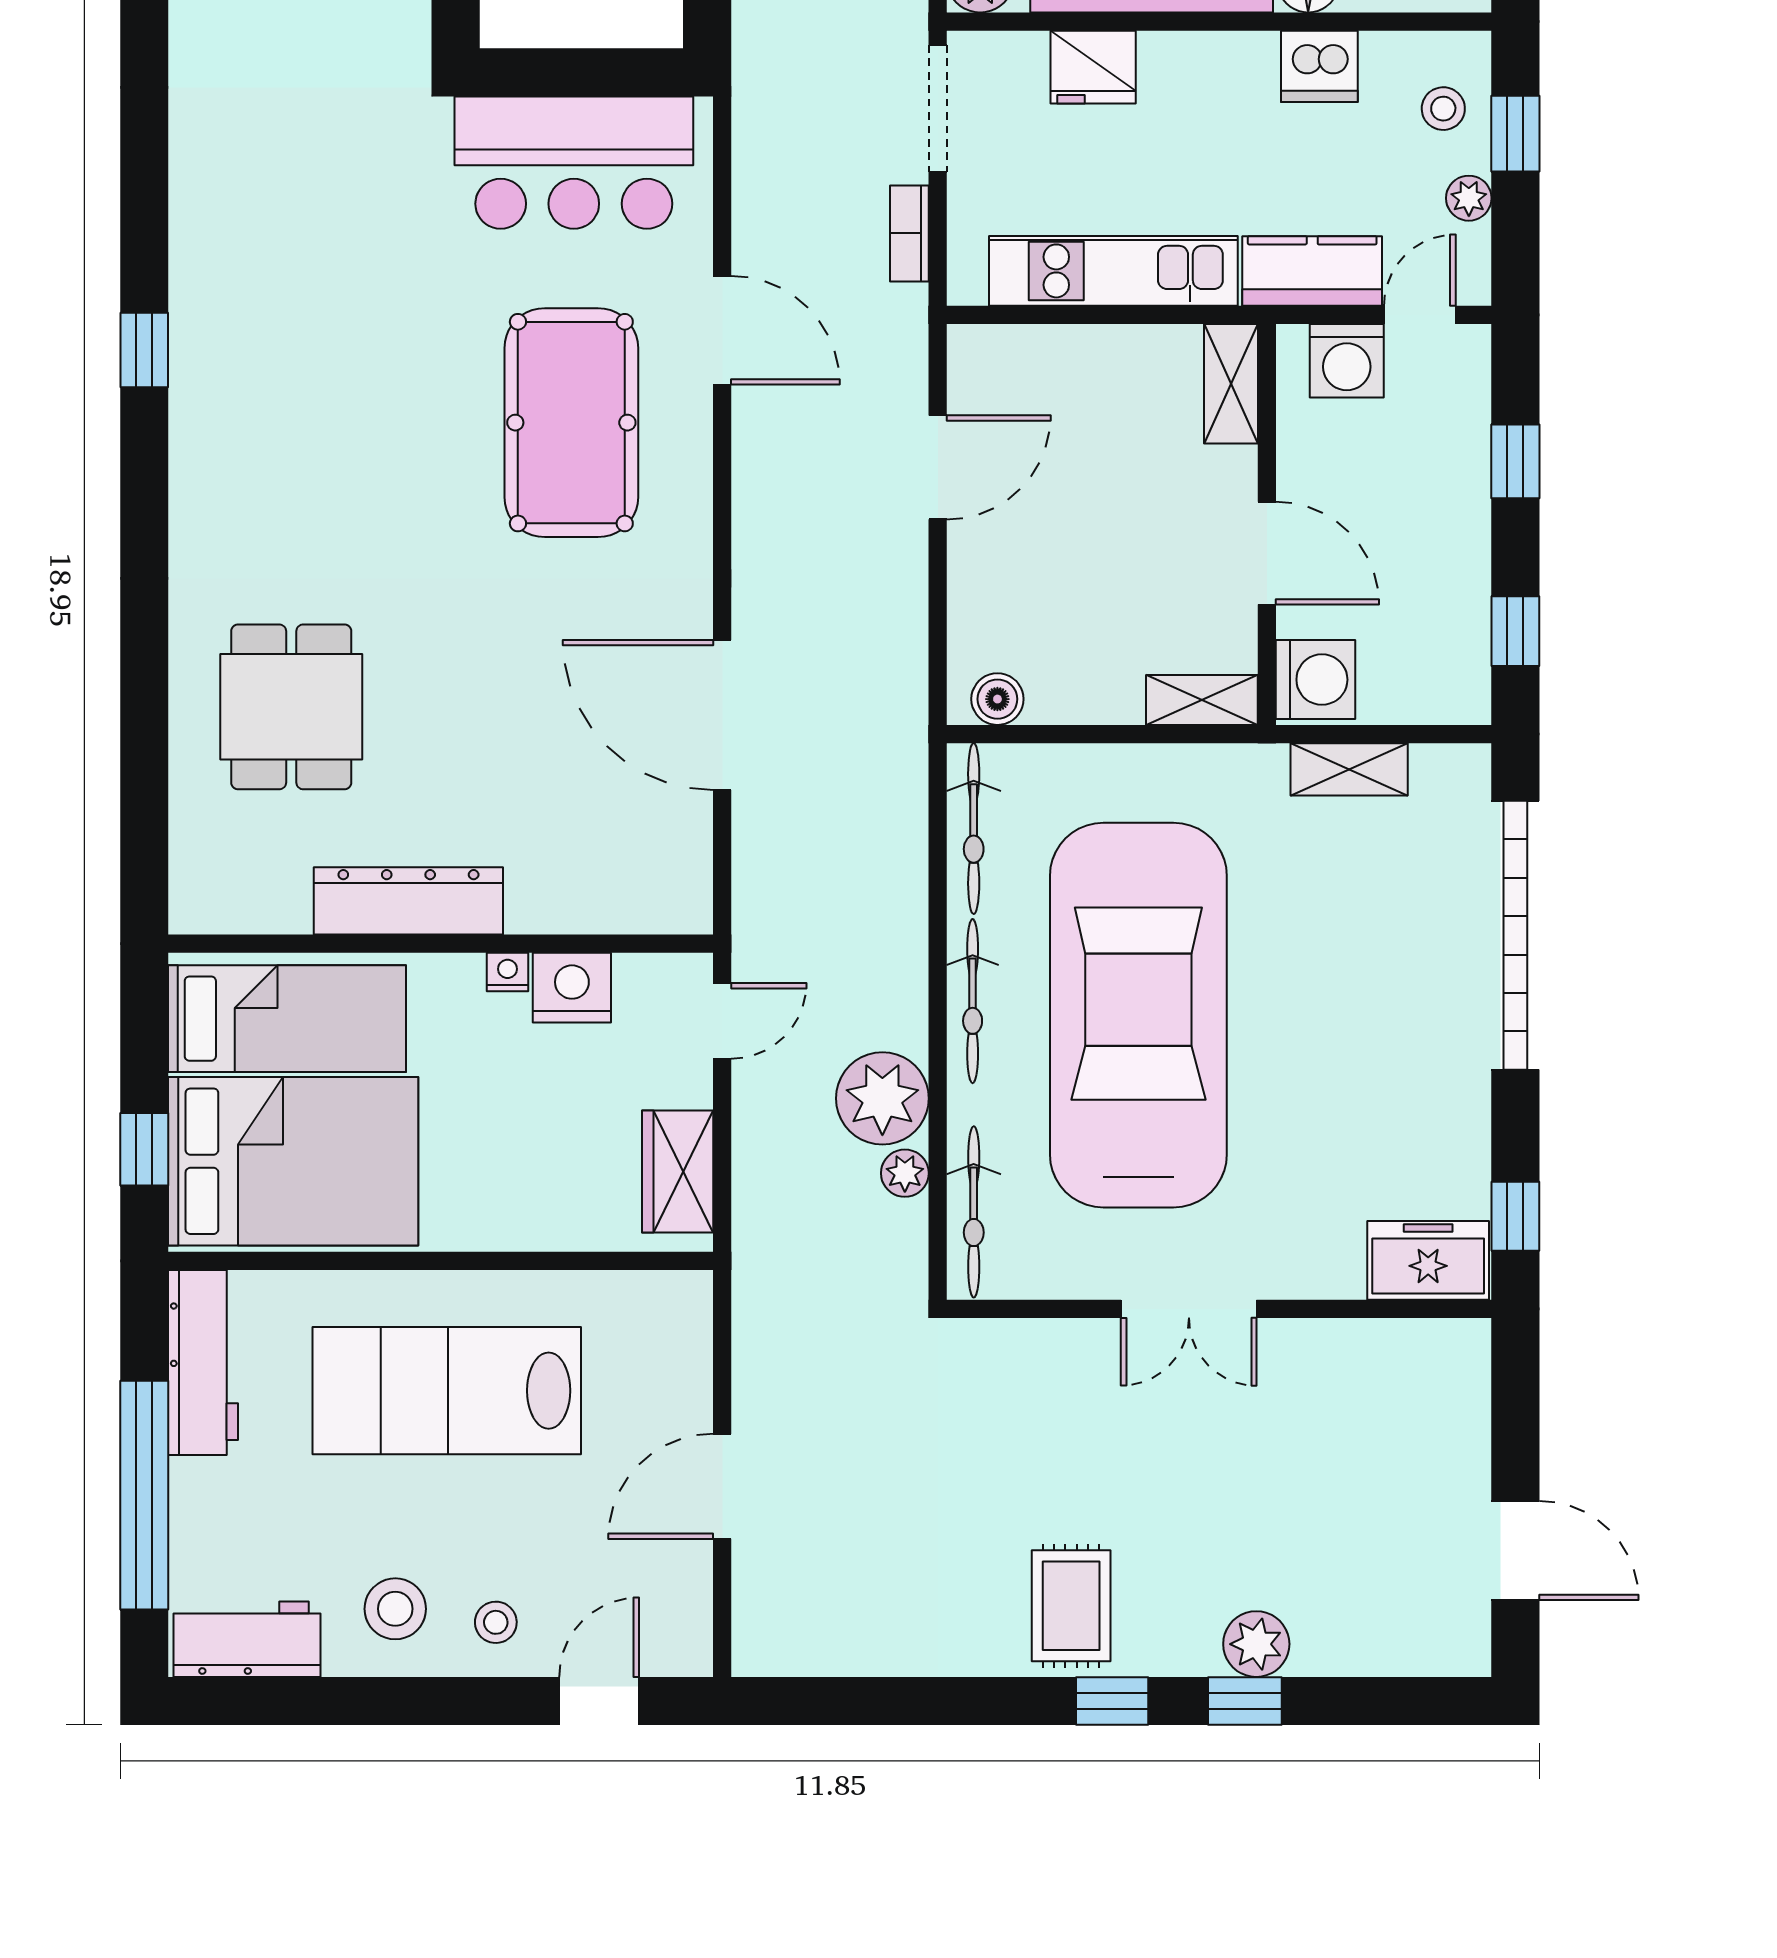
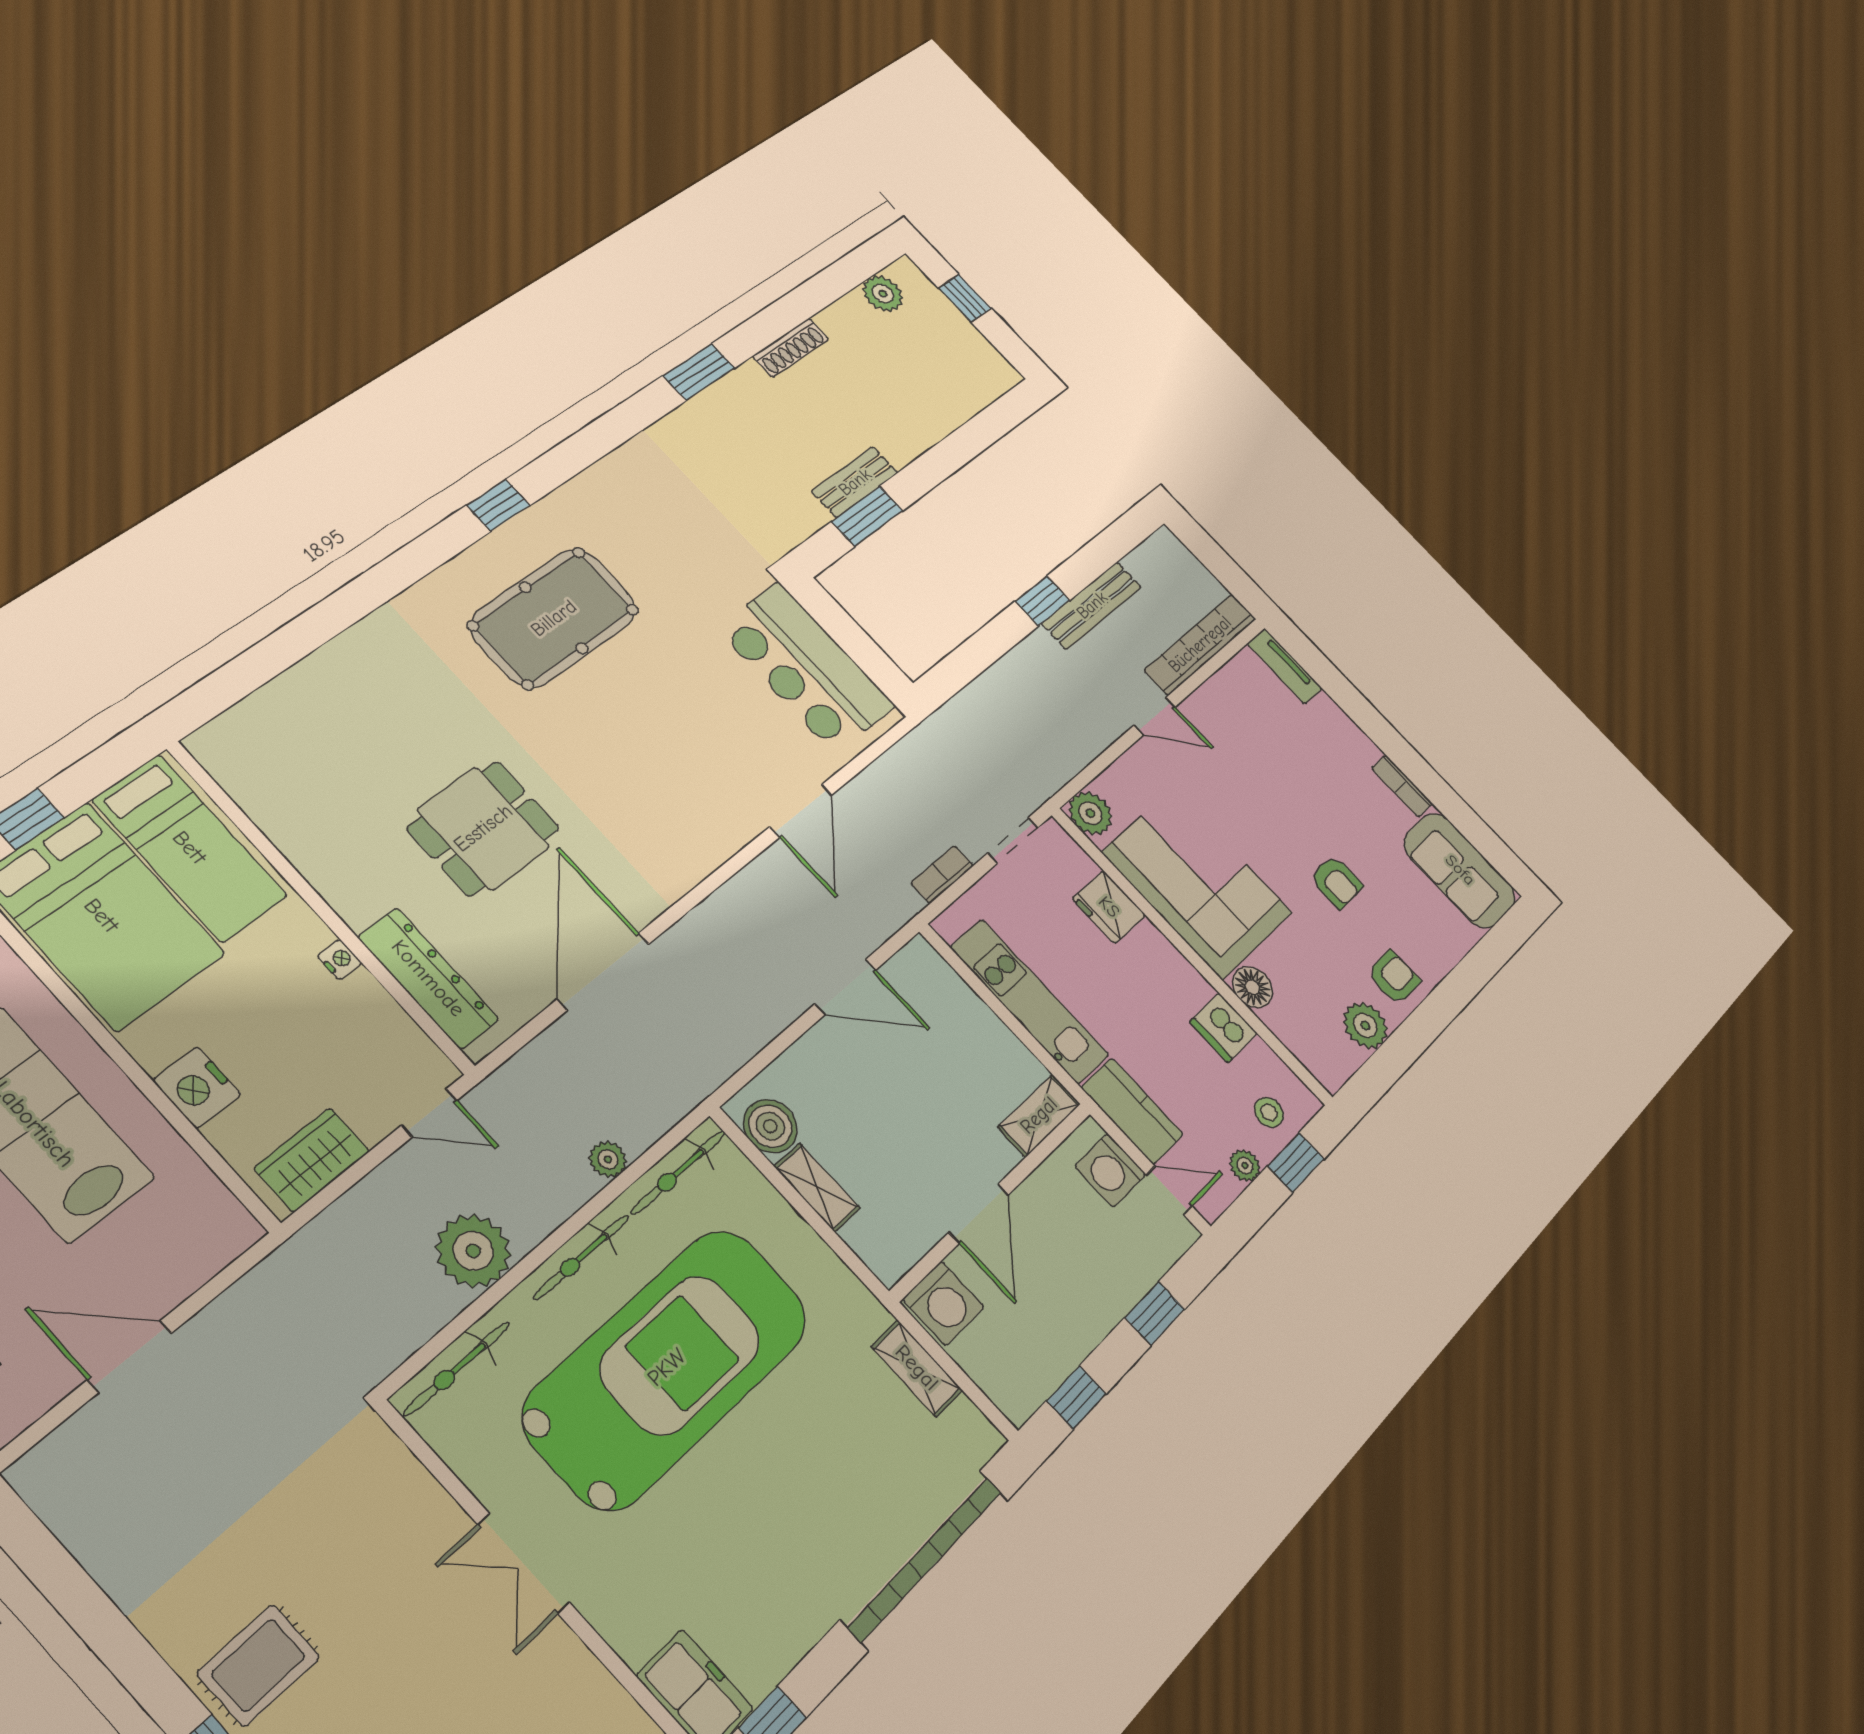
doorway: (938, 108) -> (1013, 840), width x0.73
pool table: (571, 423) -> (554, 618), moved
boiler: (997, 699) -> (770, 1126), width x1.36, depth x1.36
shelving: (1202, 700) -> (817, 1187), moved
dining table: (291, 707) -> (483, 828), moved
dresser: (408, 901) -> (428, 978), moved
nightstand: (572, 988) -> (197, 1088), moved, turned 180
plant: (905, 1173) -> (608, 1159), moved

